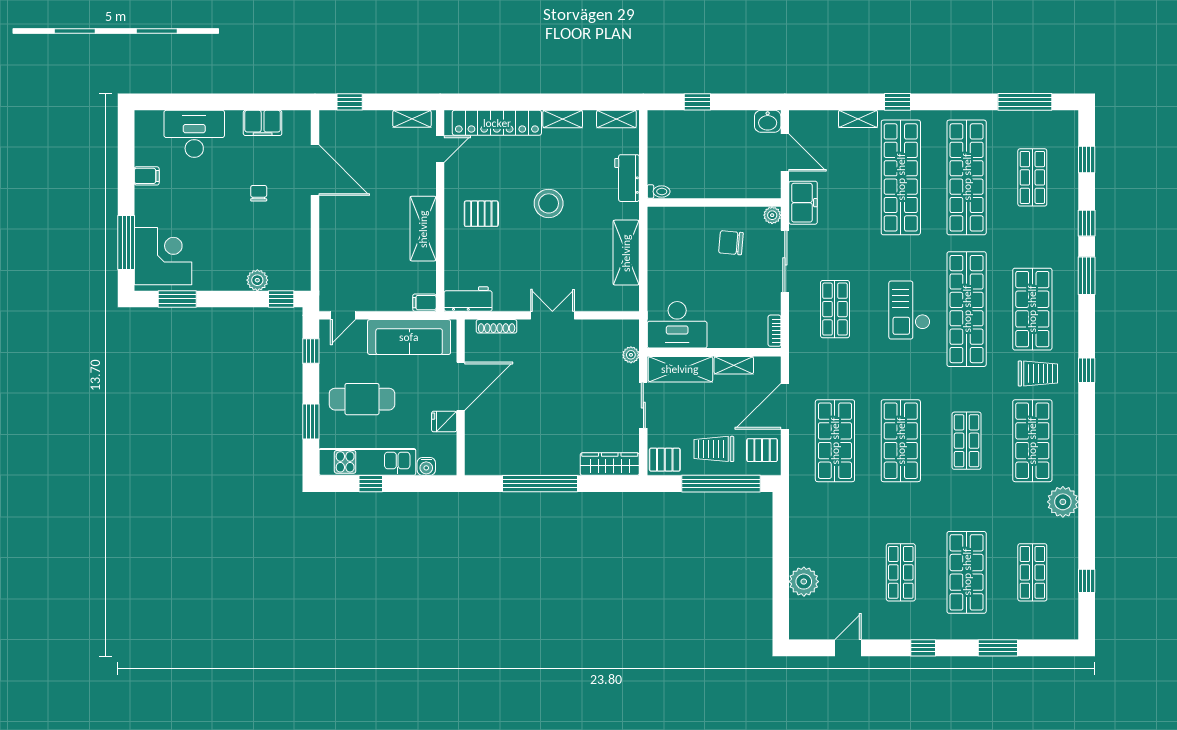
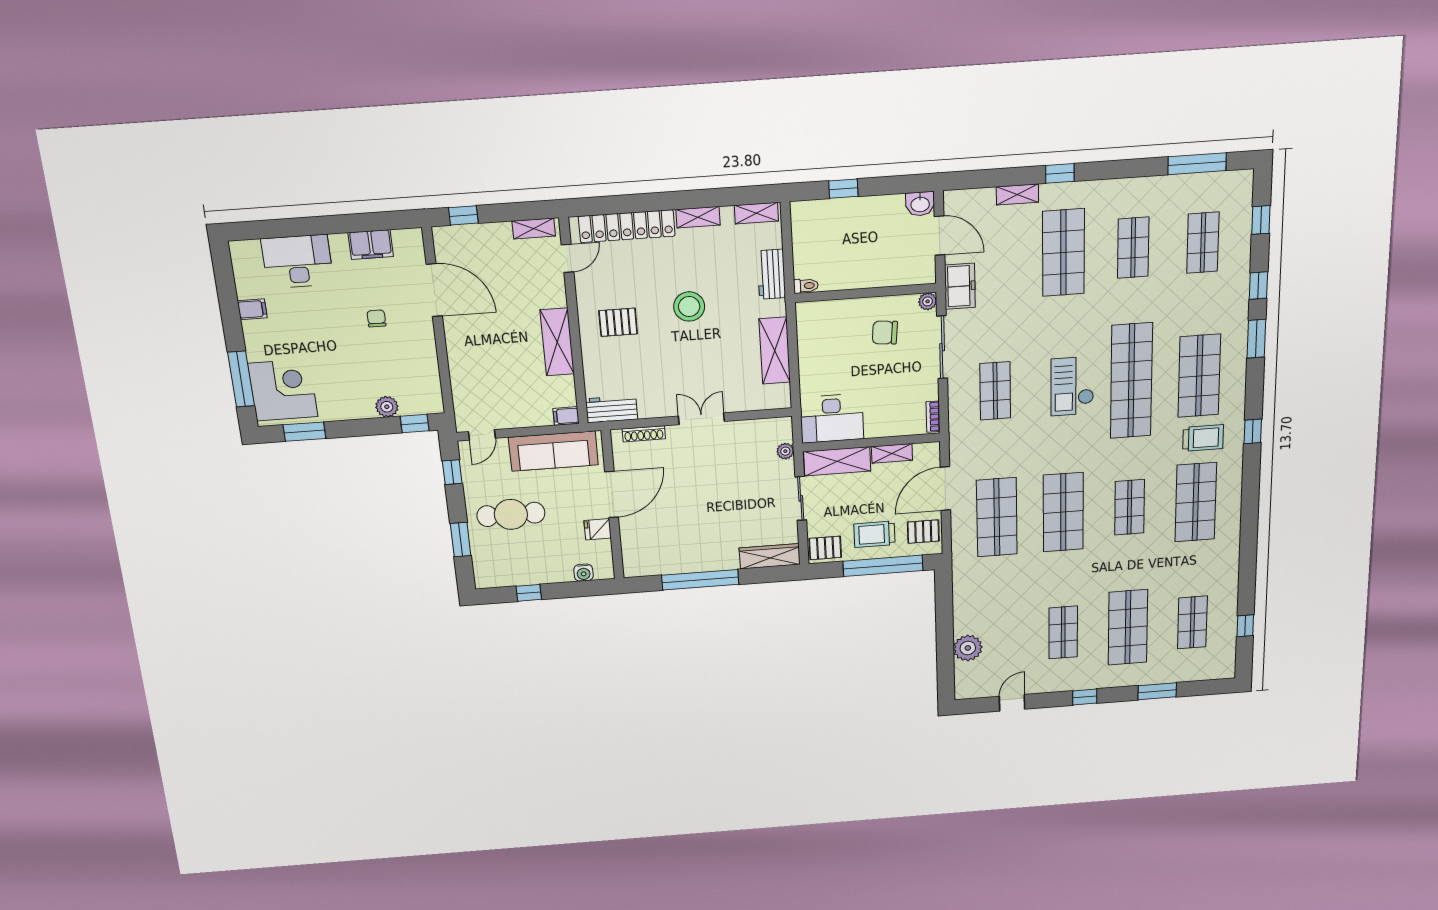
shop shelf: (901, 177) -> (1063, 253), width x0.71
shop shelf: (967, 177) -> (1133, 248), width x0.50, depth x0.74
kitchen unit: (367, 462) -> (523, 573), removed
plant: (1063, 502) -> (1224, 556), removed

